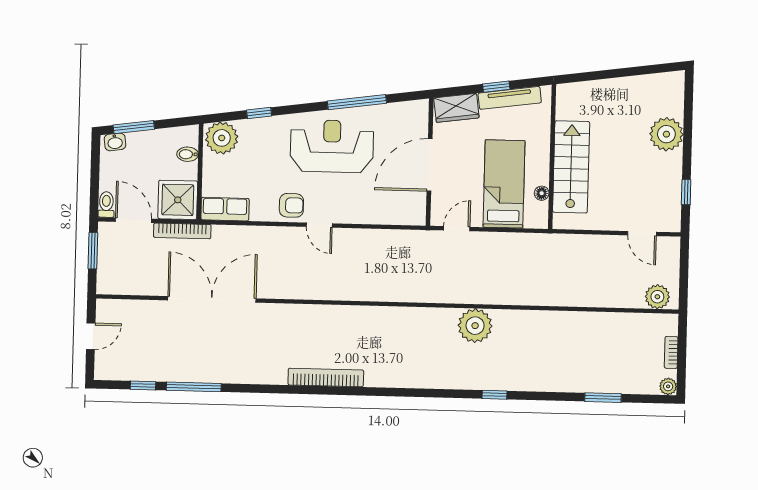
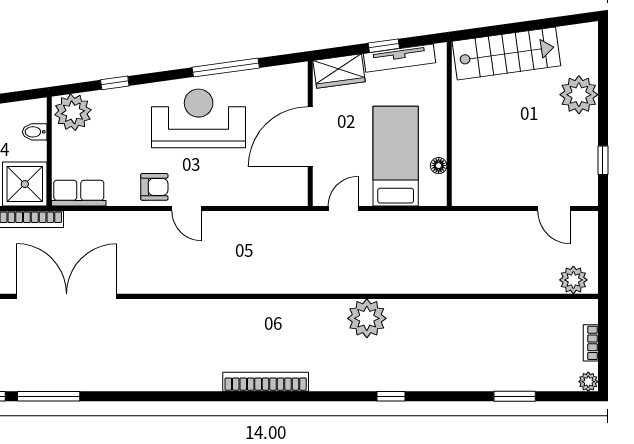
stairs: (571, 167) -> (506, 54), moved, turned 82
bookcase: (326, 377) -> (266, 382), moved

